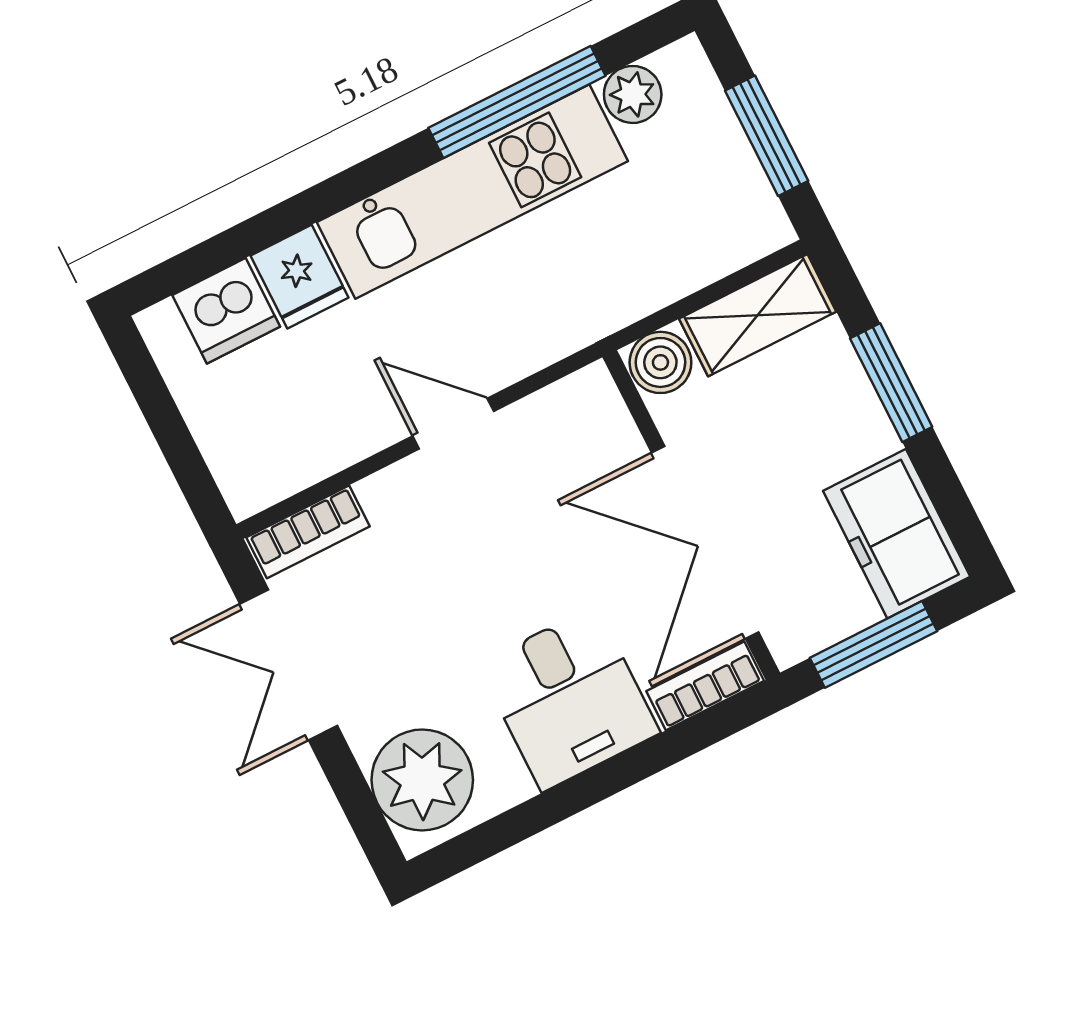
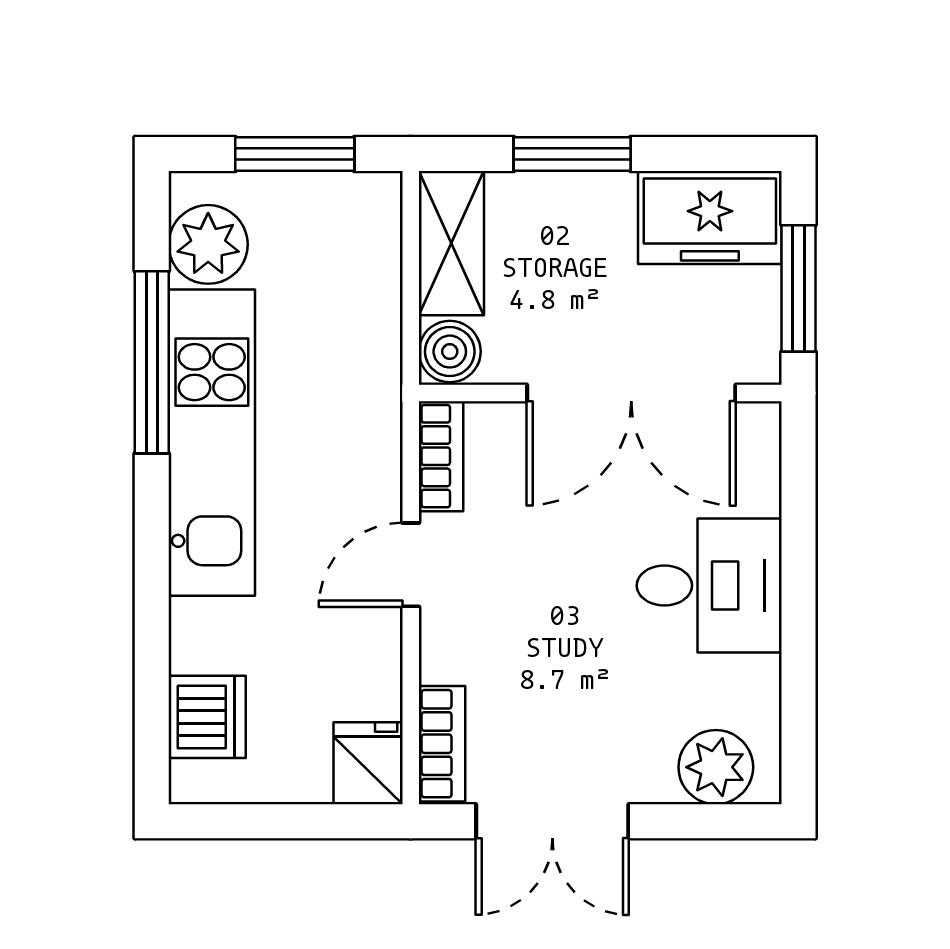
plant: (633, 94) -> (208, 244), width x1.38, depth x1.38
fridge: (300, 277) -> (368, 763), moved, turned -90
bookcase: (705, 686) -> (441, 456), moved, turned 180
plant: (422, 780) -> (716, 767), width x0.73, depth x0.73

